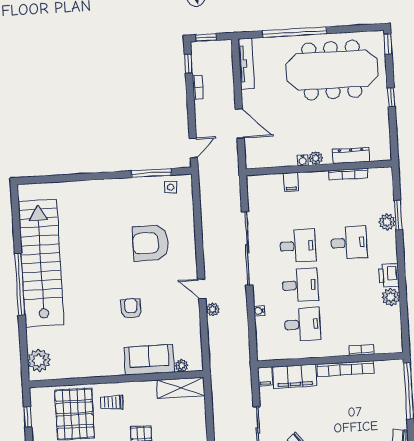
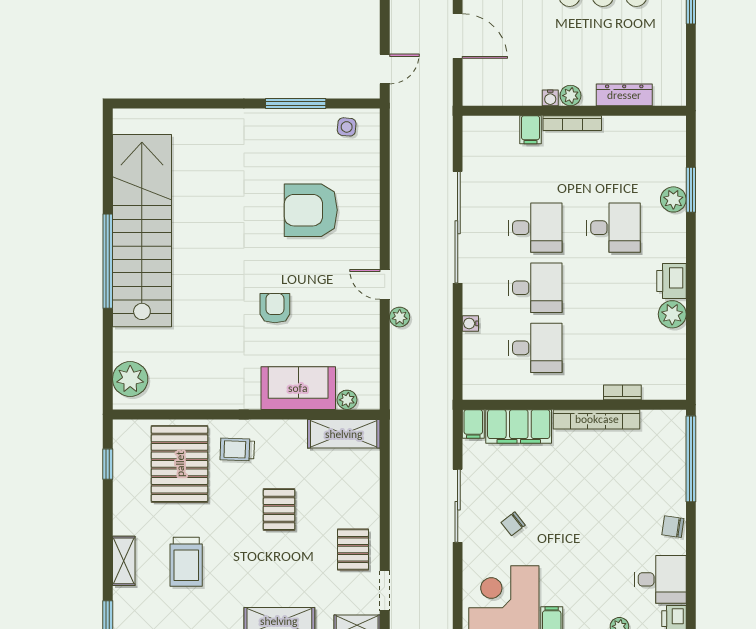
window: (151, 173) -> (296, 103), moved
bookcase: (348, 174) -> (572, 123), moved

